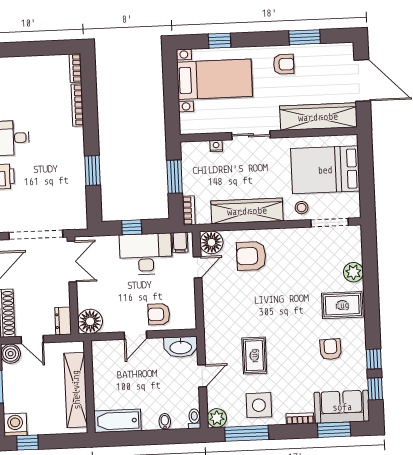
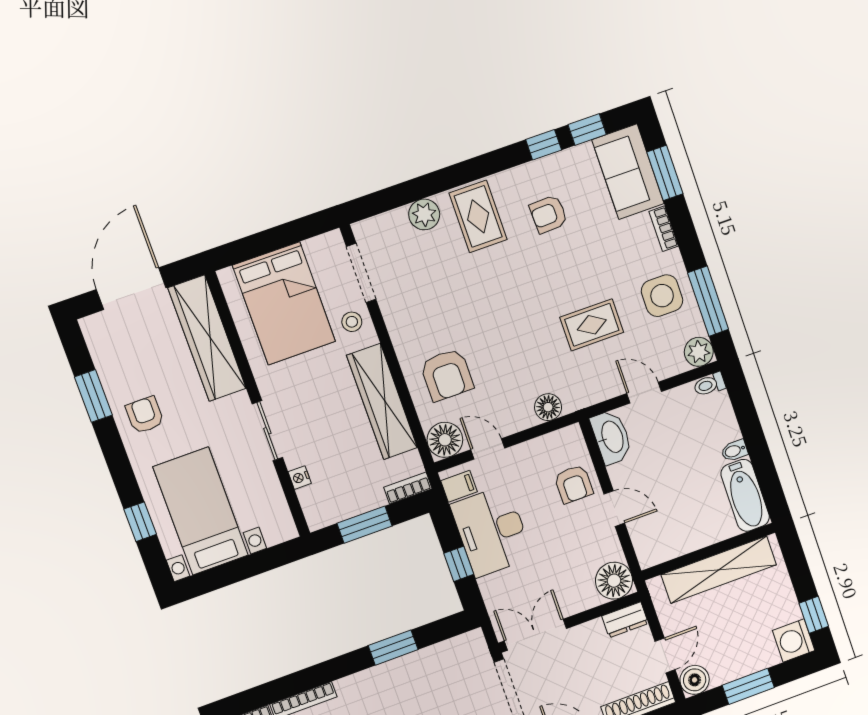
floor lamp: (212, 313) -> (548, 407), added
bidet: (165, 422) -> (734, 451), moved

